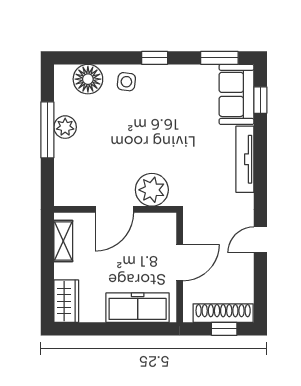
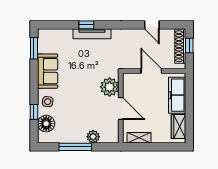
window: (155, 58) -> (34, 112), moved
sofa: (236, 94) -> (48, 71), moved, turned -90
window: (260, 100) -> (86, 25), moved
plant: (65, 127) -> (93, 137), moved
door: (260, 240) -> (152, 25), moved
wardrobe: (66, 301) -> (178, 126), moved, turned -90

